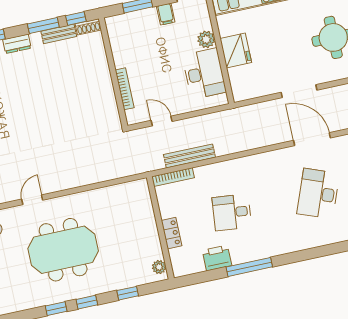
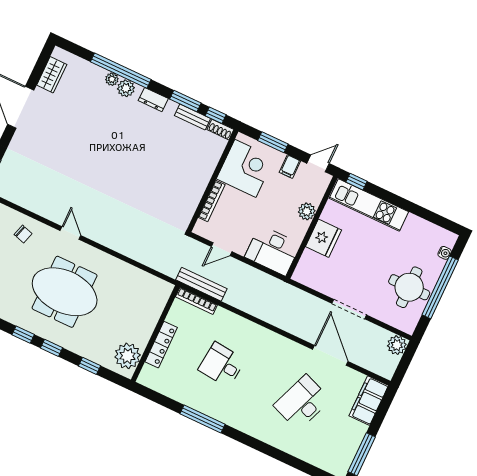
corner desk: (132, 43) -> (245, 168), added
desk: (204, 74) -> (273, 250), moved, turned 90
door: (162, 121) -> (222, 249), swing flipped
bench: (189, 156) -> (201, 284), moved
door: (32, 200) -> (70, 233), hinge flipped
locker: (172, 233) -> (161, 345), width x1.53
printer: (217, 258) -> (182, 392), removed
plant: (159, 267) -> (128, 356), width x1.87, depth x1.87

